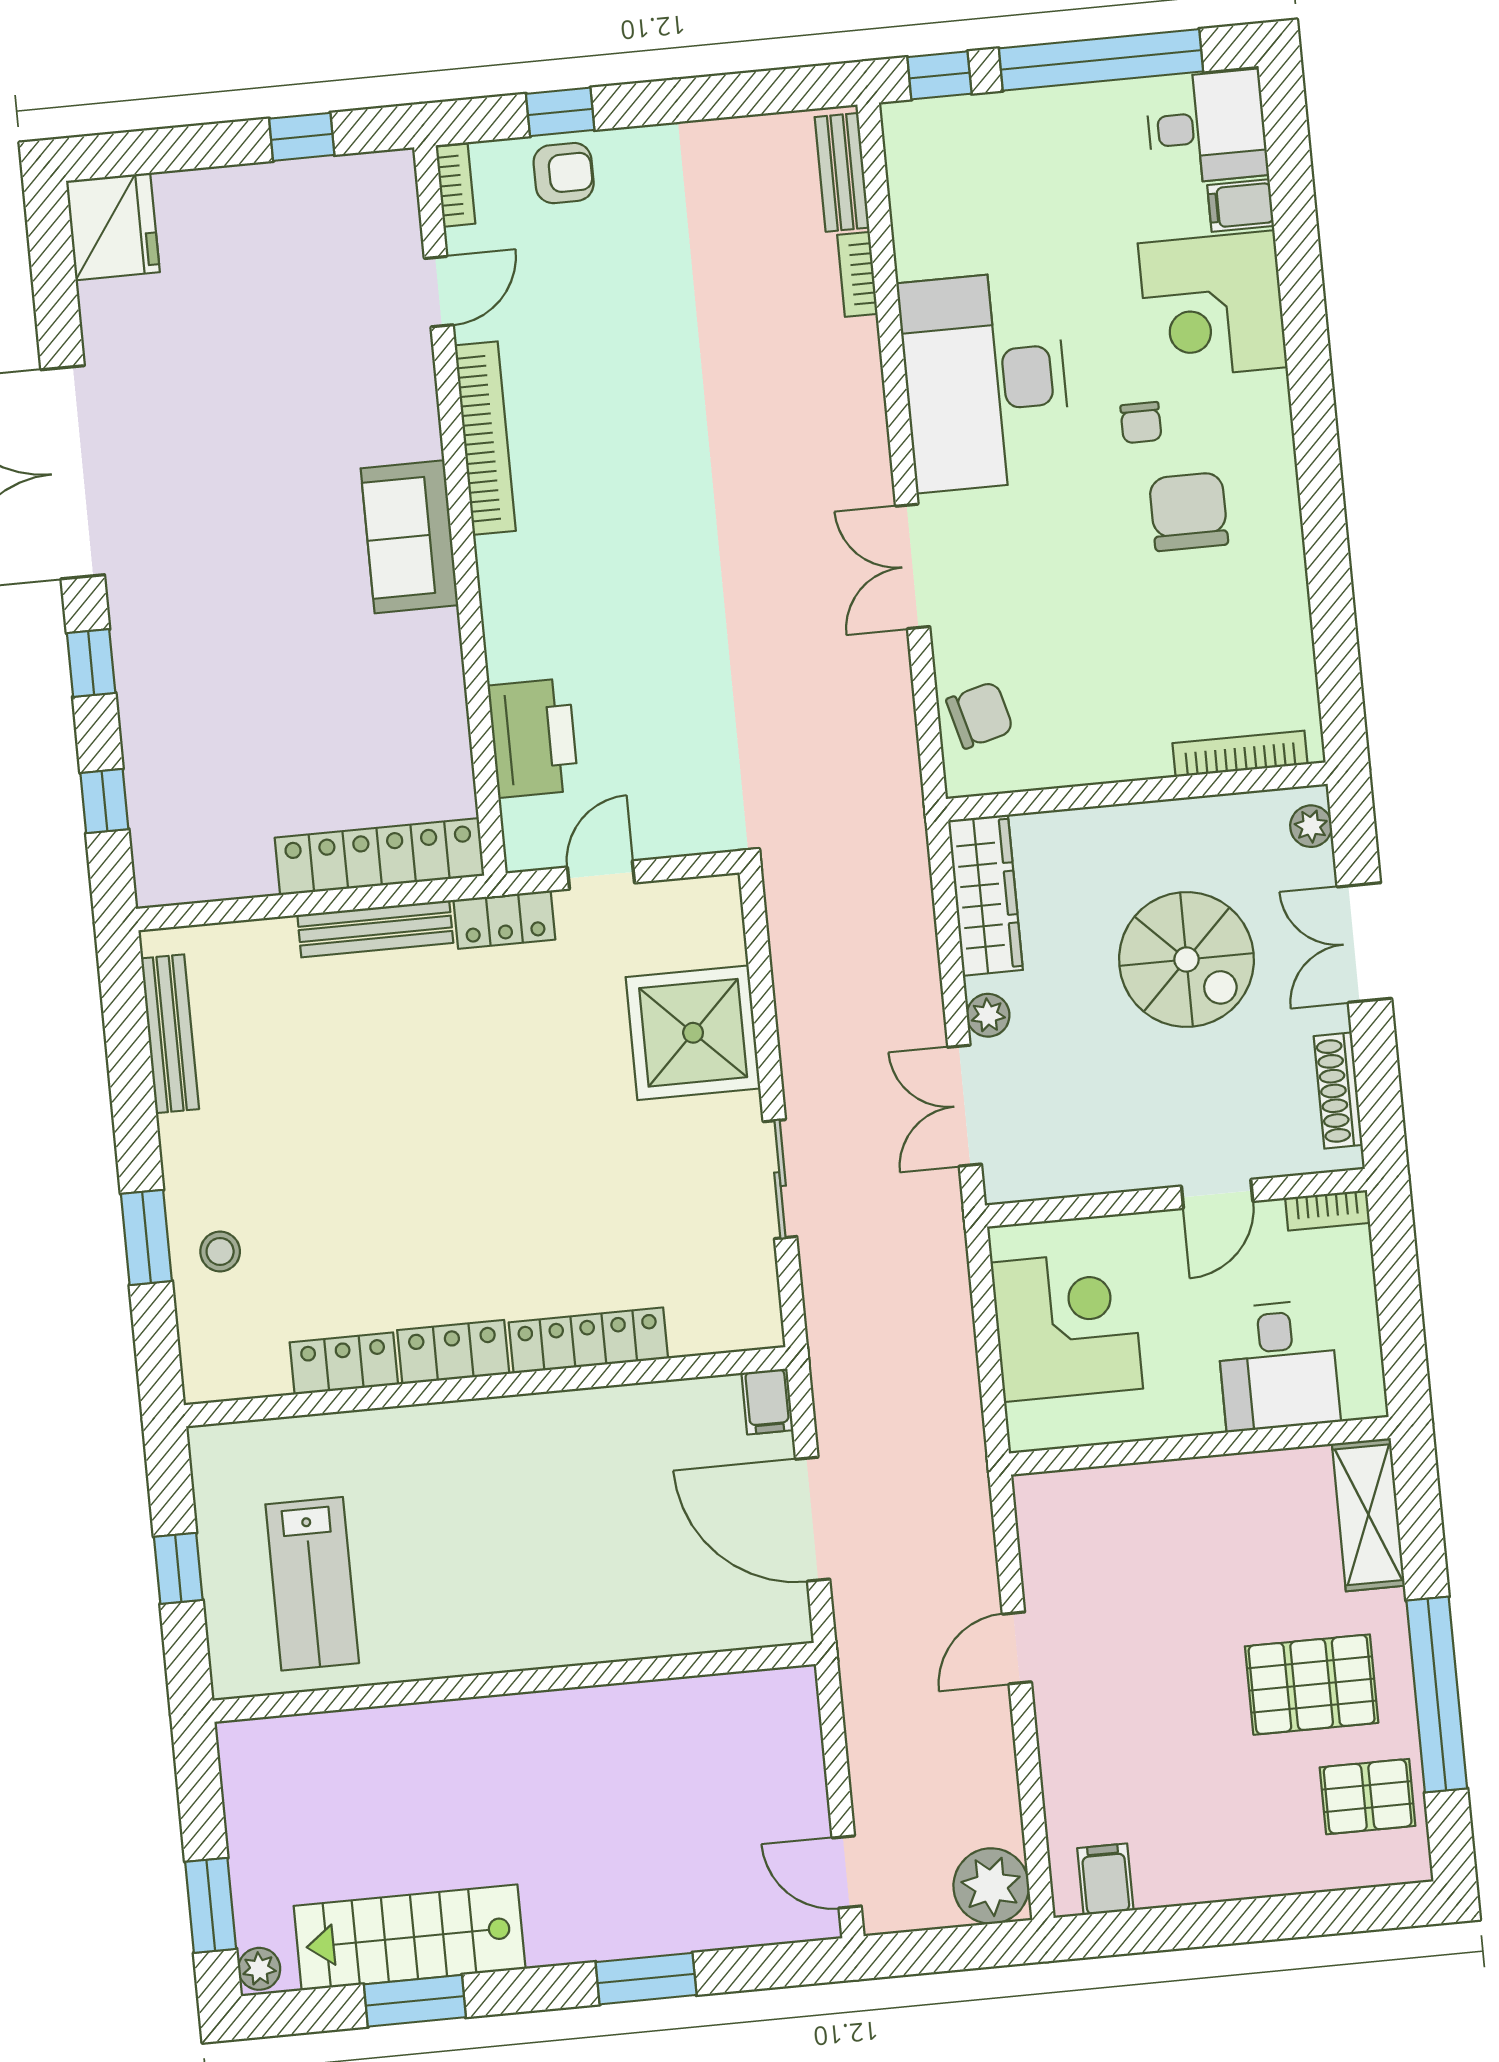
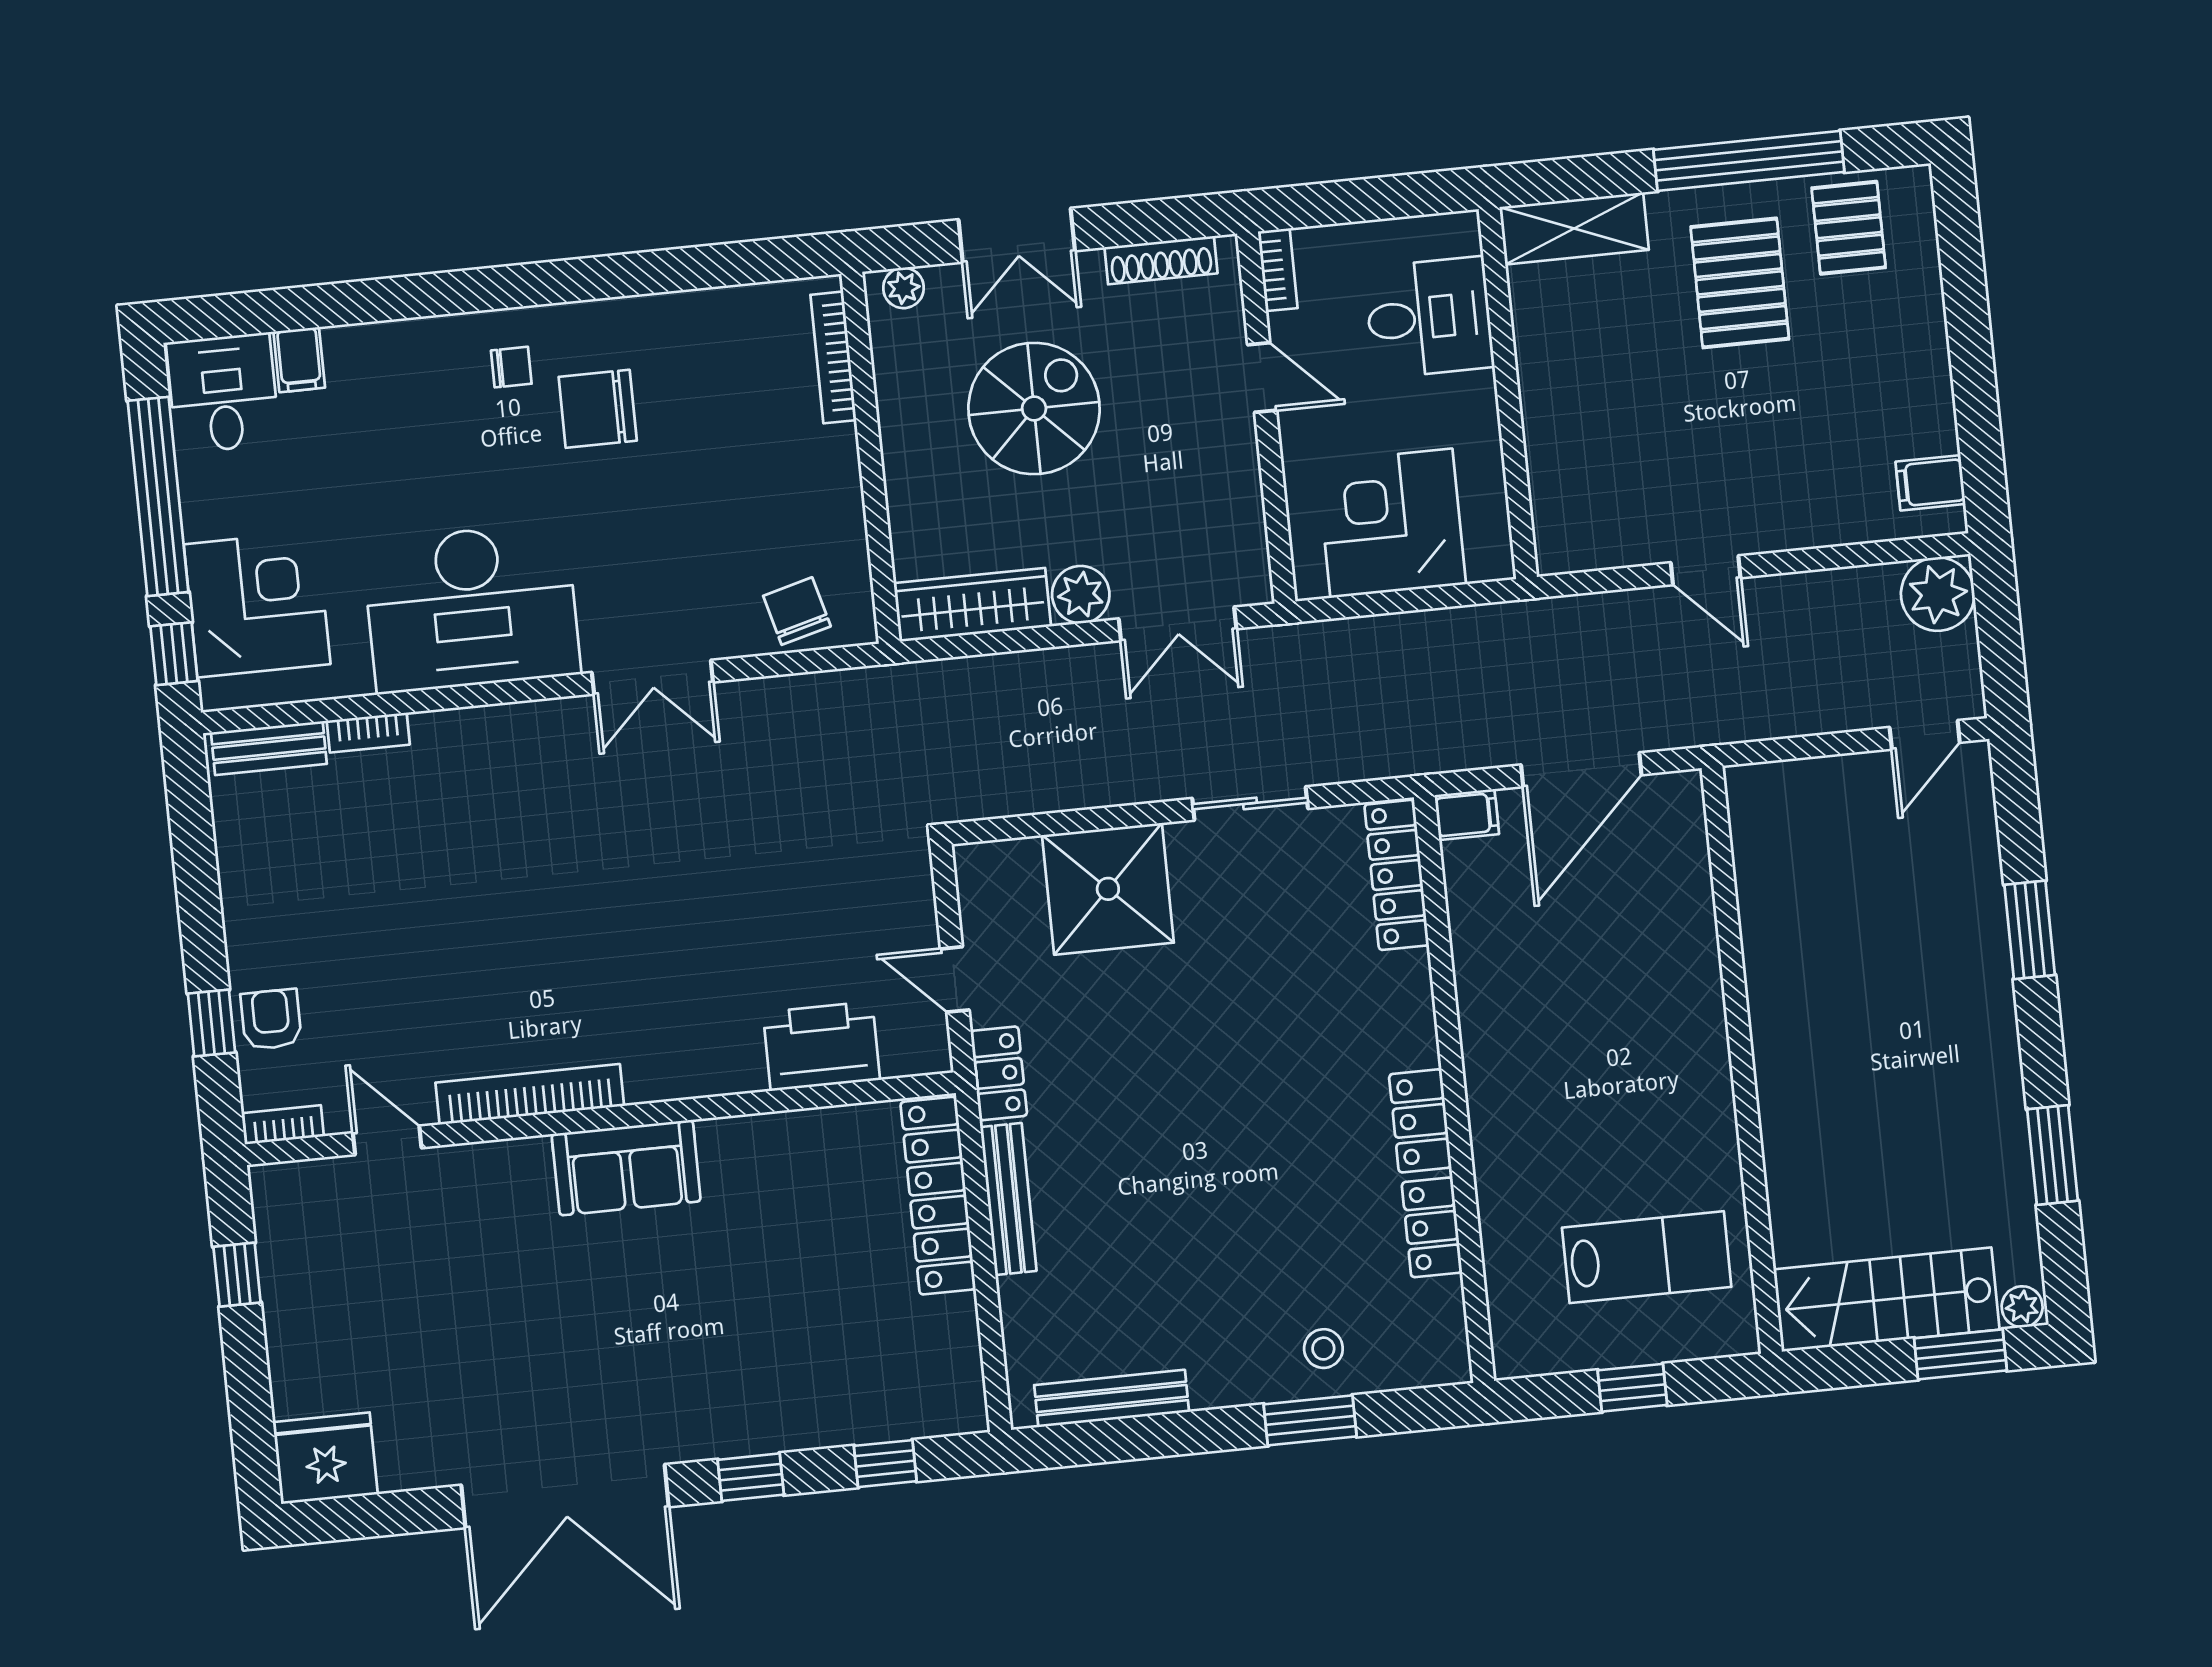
corner desk: (1213, 305) -> (257, 604), moved, turned -90
chair: (1141, 423) -> (511, 367), moved
plant: (988, 1015) -> (1081, 595), width x1.38, depth x1.38
locker: (588, 1340) -> (1397, 875), moved
stairs: (410, 1937) -> (1887, 1300), moved, turned 90

